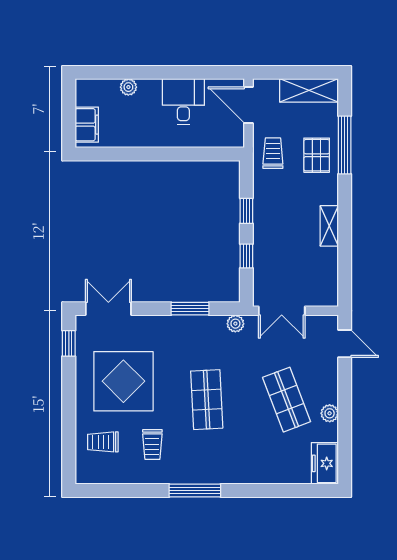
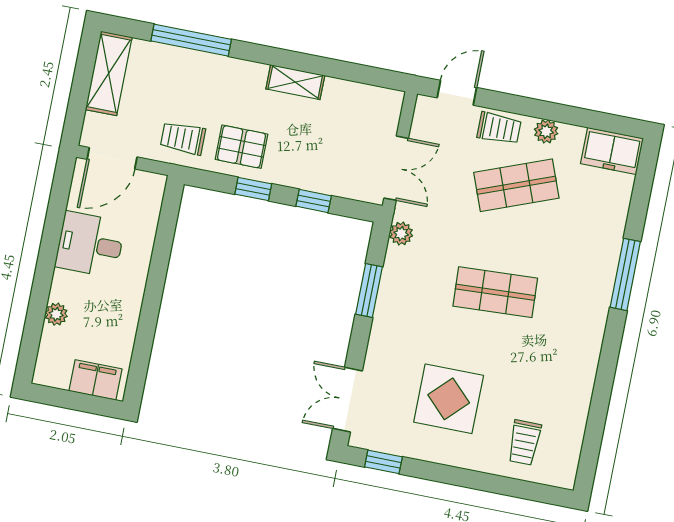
pallet: (317, 155) -> (242, 147), moved
display table: (123, 381) -> (449, 399), width x0.73, depth x0.73
trolley: (152, 445) -> (499, 128), moved
window: (195, 490) -> (625, 274), moved

